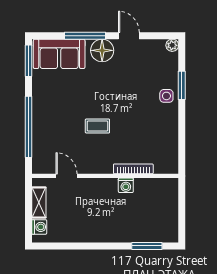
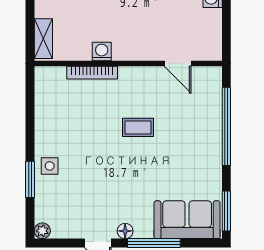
floor lamp: (102, 50) -> (125, 231), width x0.53, depth x0.53
shelving: (39, 203) -> (43, 39), moved

